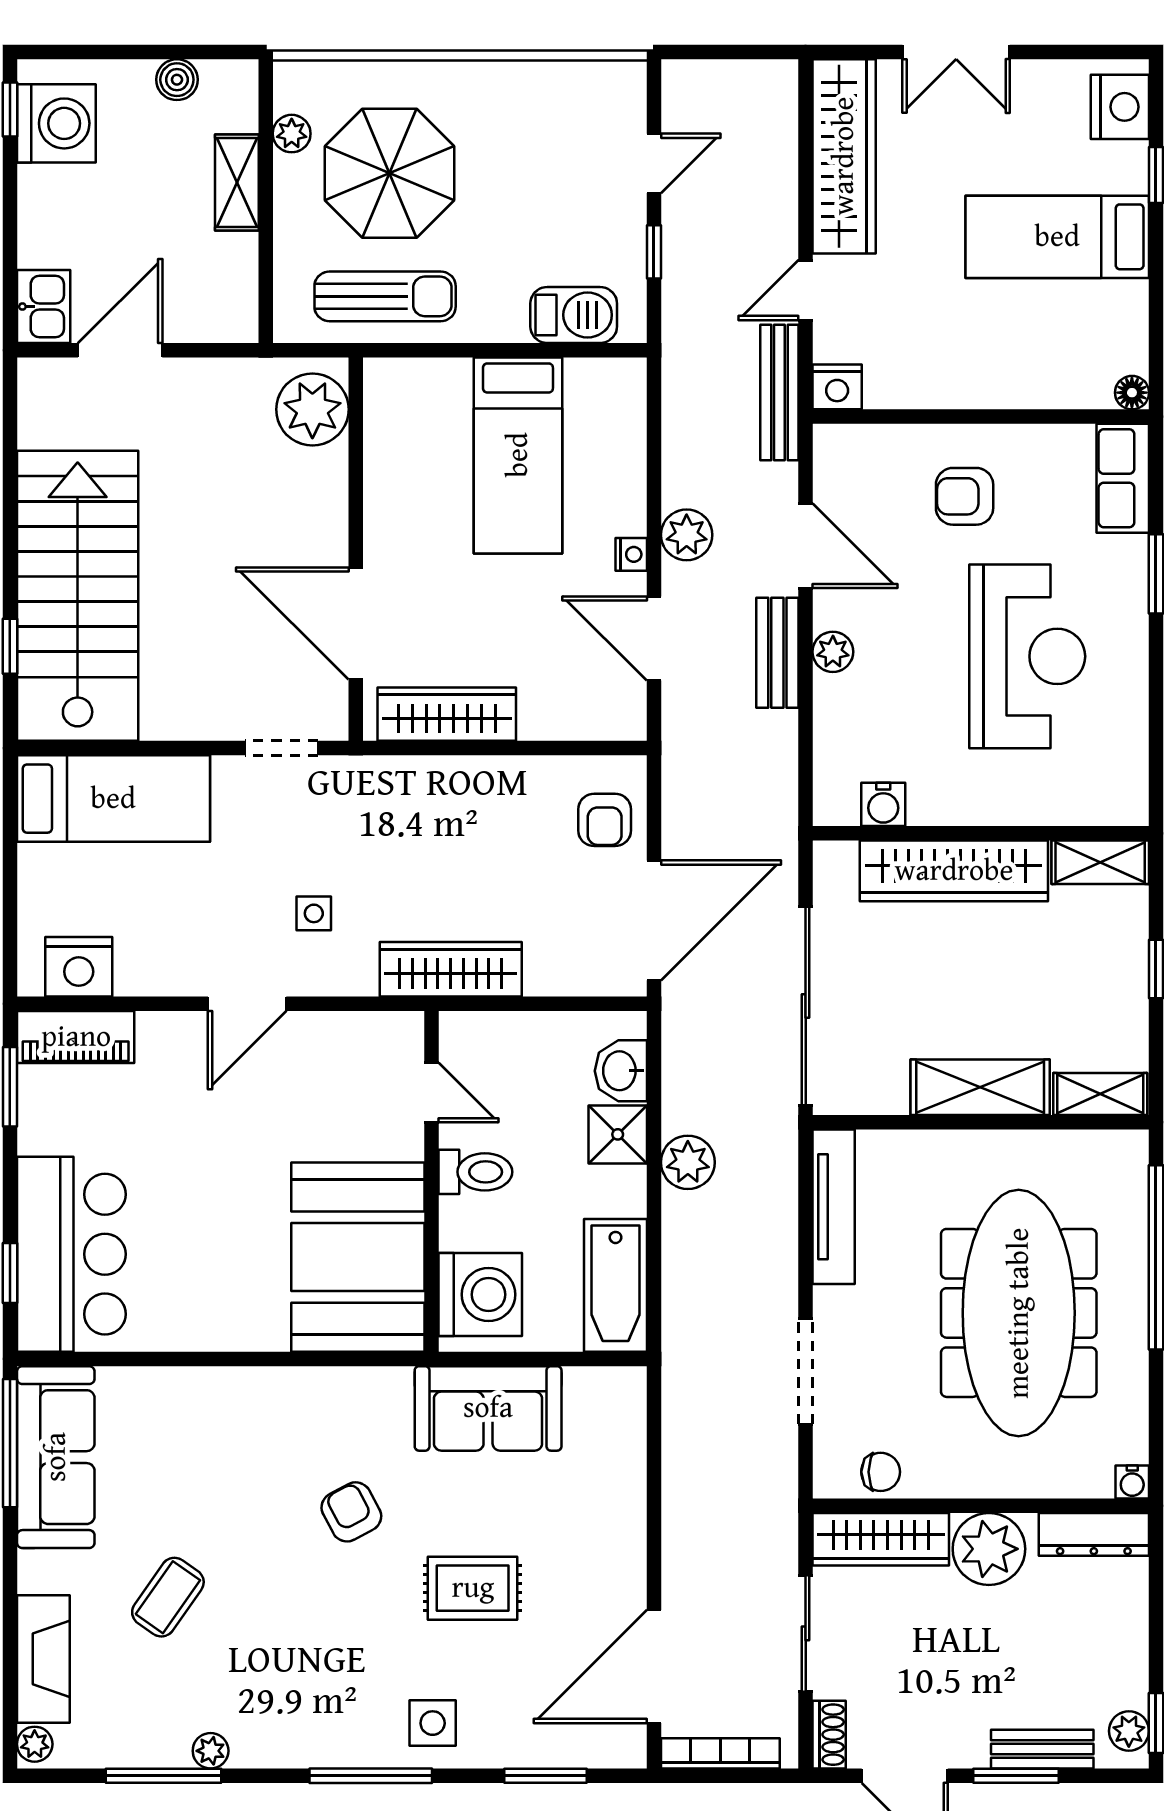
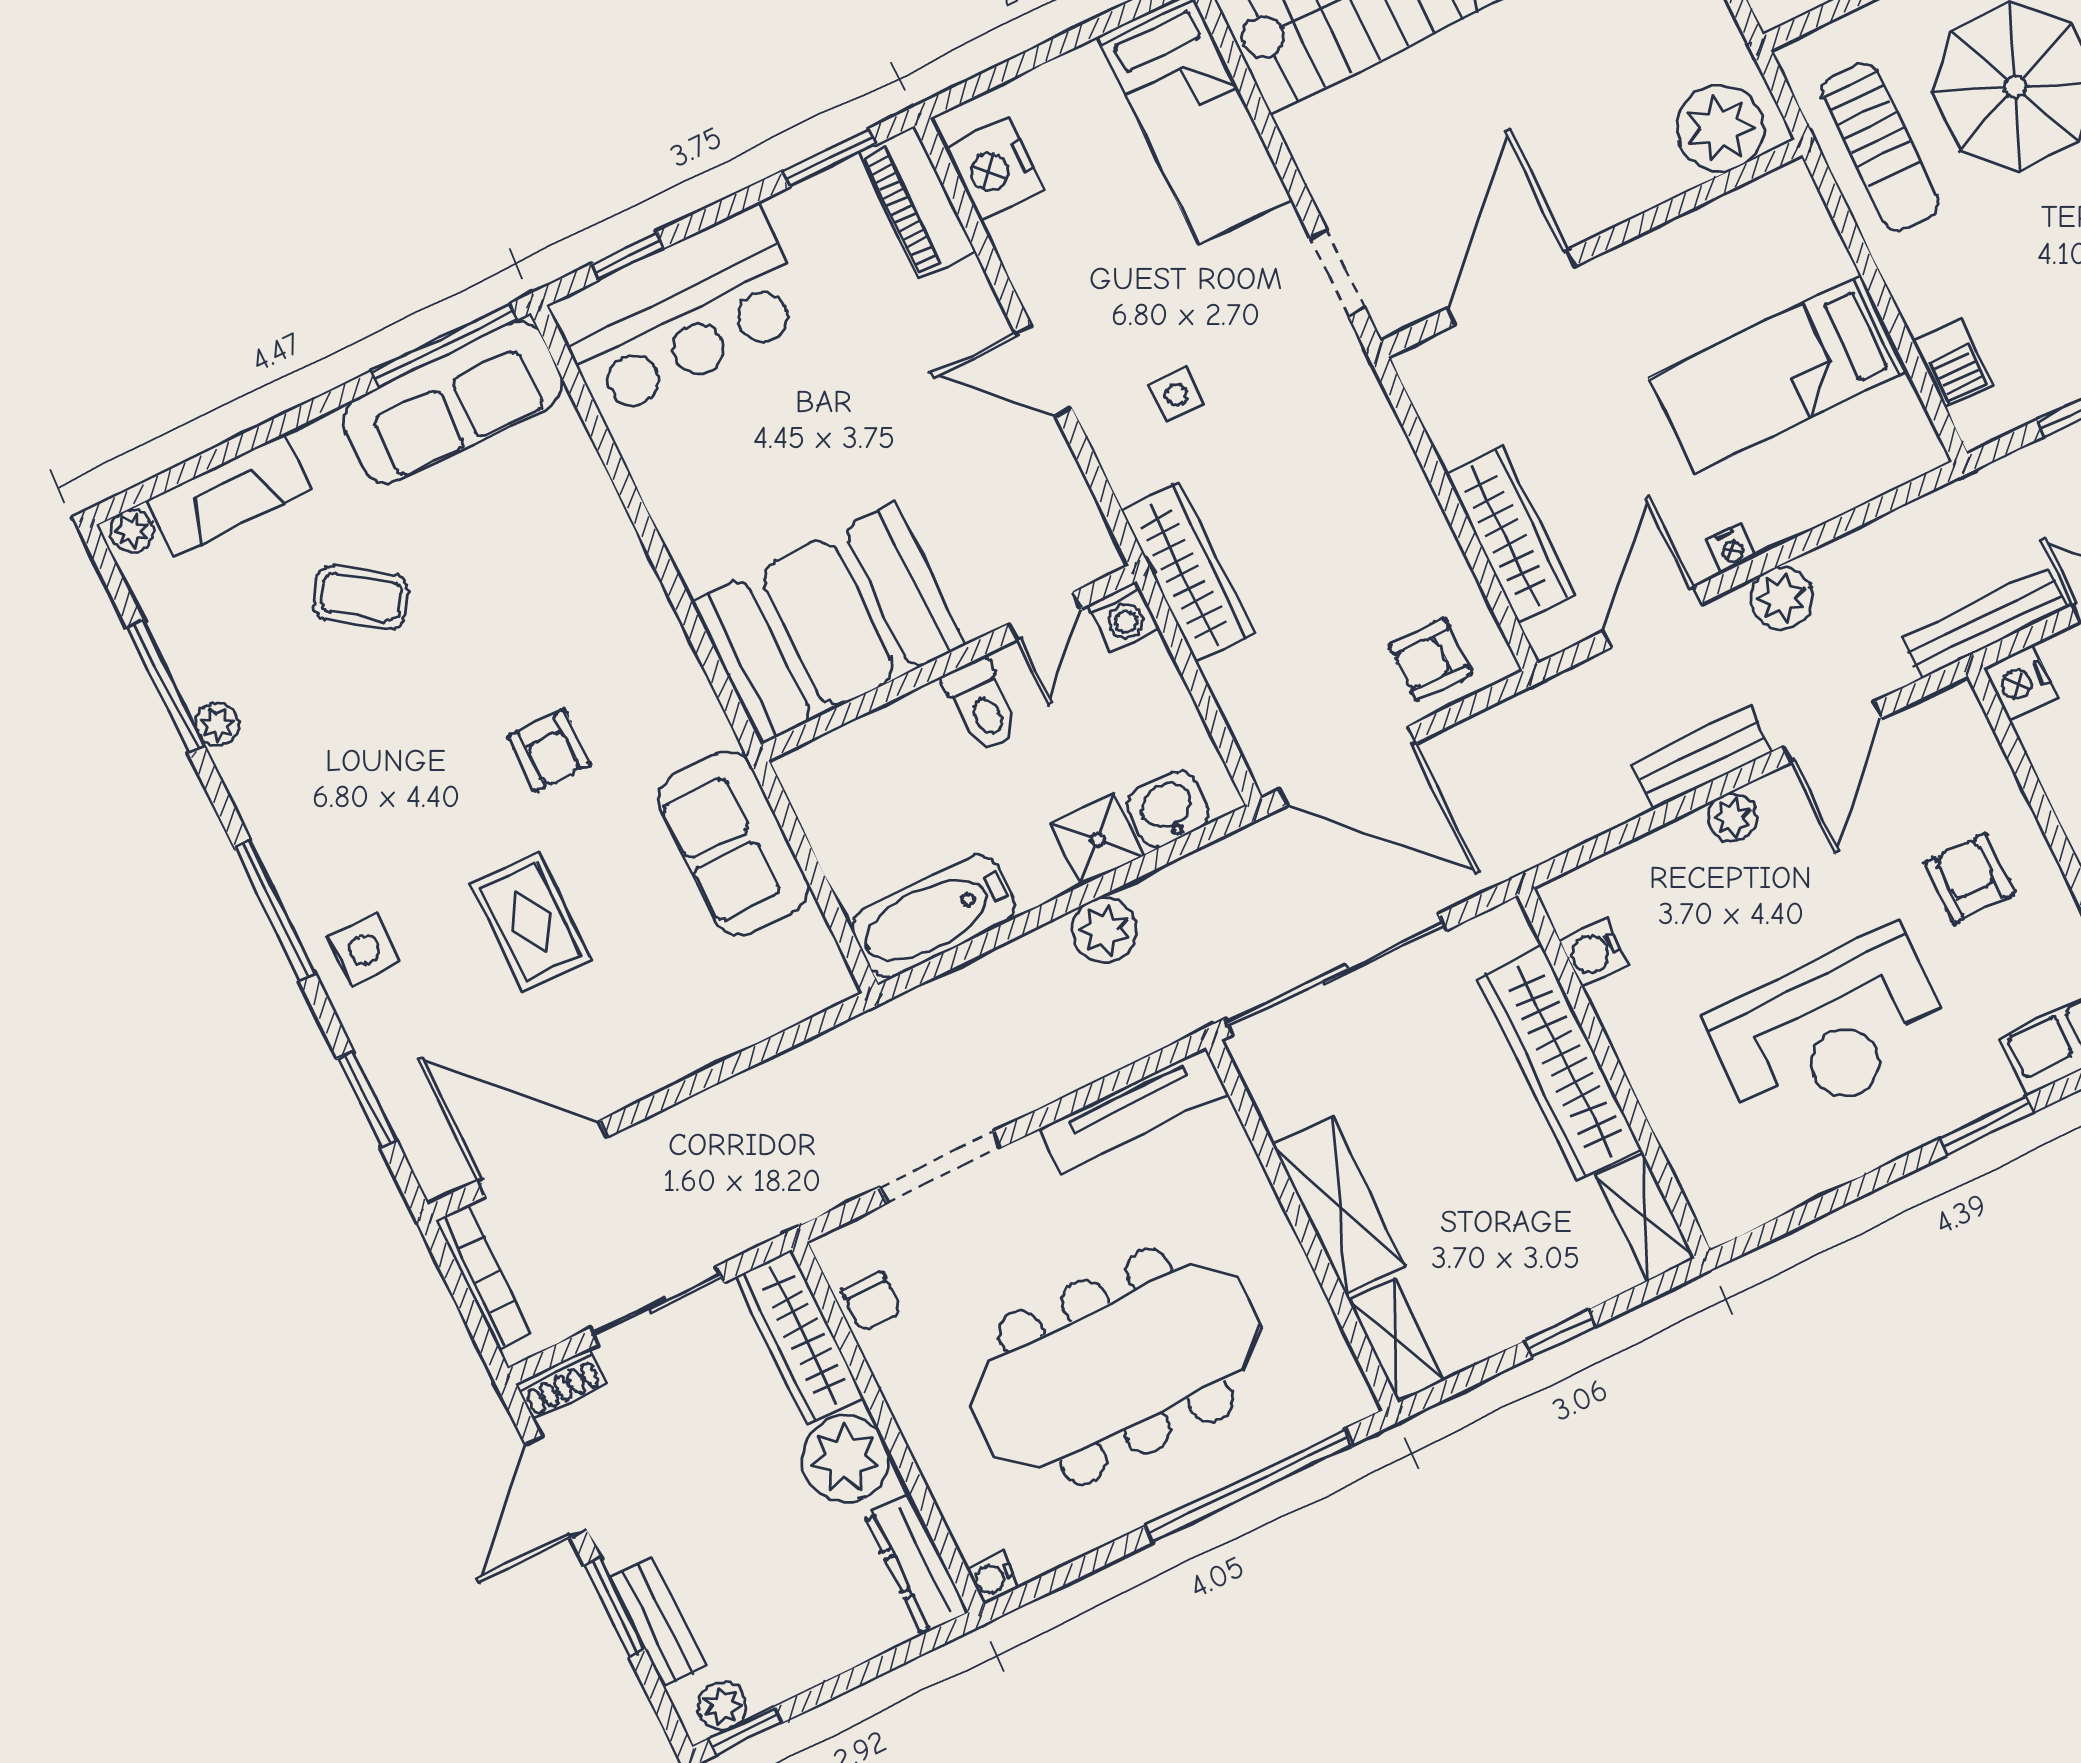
barbecue: (574, 315) -> (1953, 363), width x0.73, depth x0.79
wardrobe: (447, 714) -> (1510, 534), moved
washing machine: (480, 1295) -> (1123, 617), moved, width x0.53, depth x0.53
armchair: (351, 1512) -> (550, 751), turned 118

